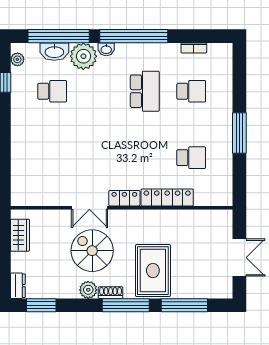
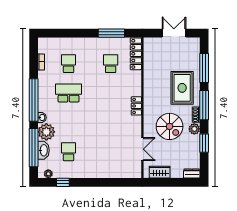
window: (239, 133) -> (111, 33), moved
locker: (167, 197) -> (136, 54), moved
double door: (89, 208) -> (142, 149), moved
spiral stairs: (92, 251) -> (170, 126), turned -90
rug: (153, 271) -> (182, 88), turned 90
window: (41, 305) -> (204, 143), moved

